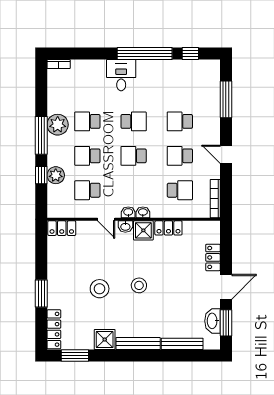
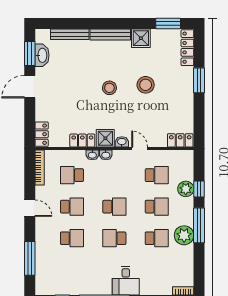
washbasin: (128, 212) -> (92, 155), moved
locker: (213, 257) -> (42, 134), moved

